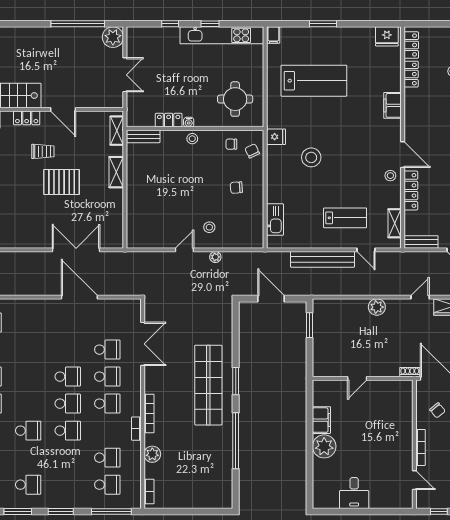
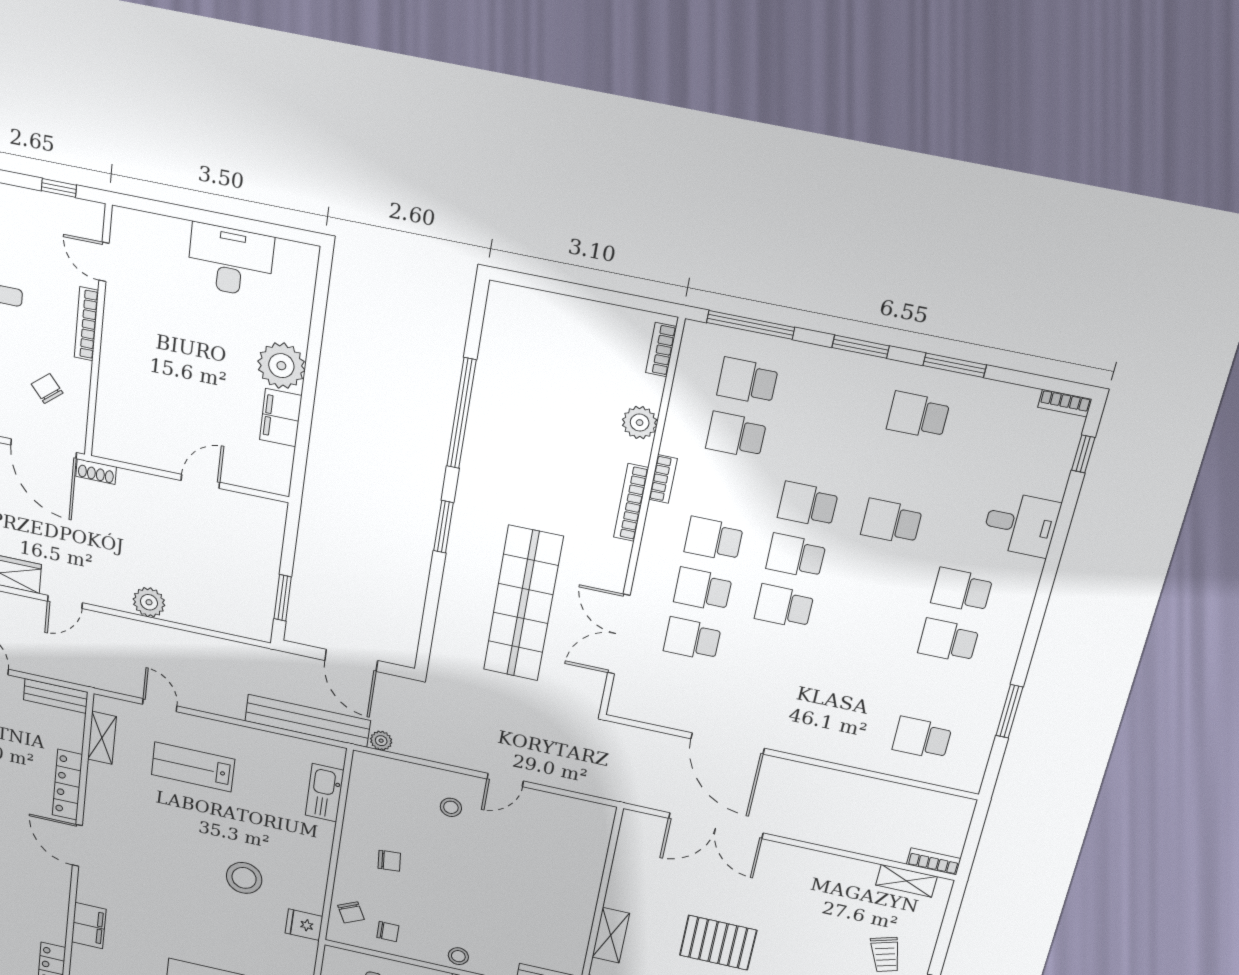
stool: (390, 176) -> (103, 817), removed
plant: (215, 257) -> (381, 741), moved
bench: (322, 259) -> (308, 721), moved
shop shelf: (208, 385) -> (523, 604), moved
desk: (354, 493) -> (230, 261), width x1.37

